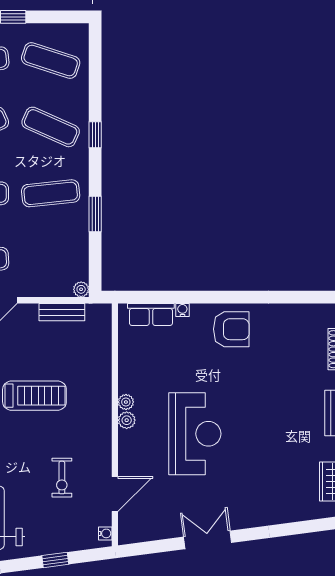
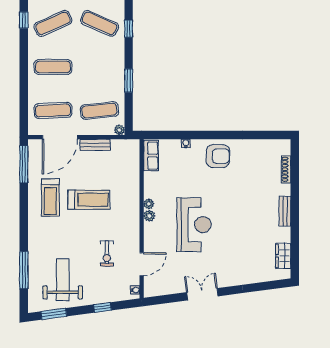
exercise mat: (51, 193) -> (99, 111), moved
bench: (62, 312) -> (95, 145), moved
row of seats: (151, 314) -> (151, 156), moved, turned -90

